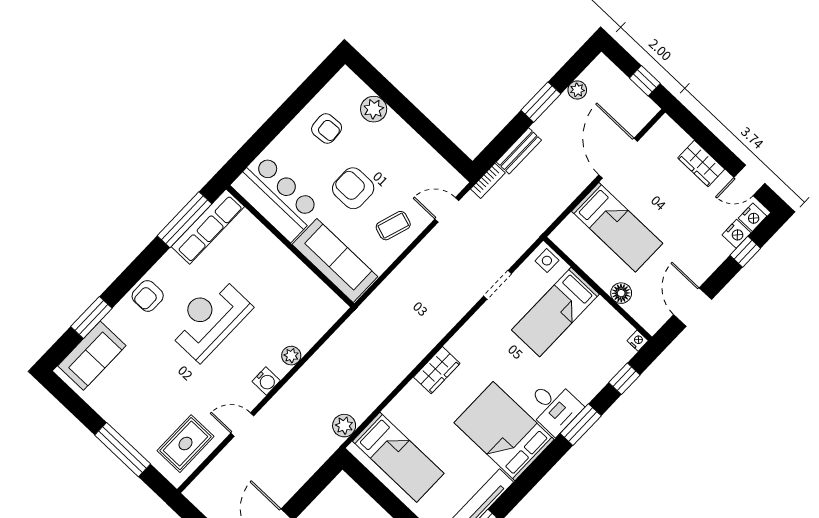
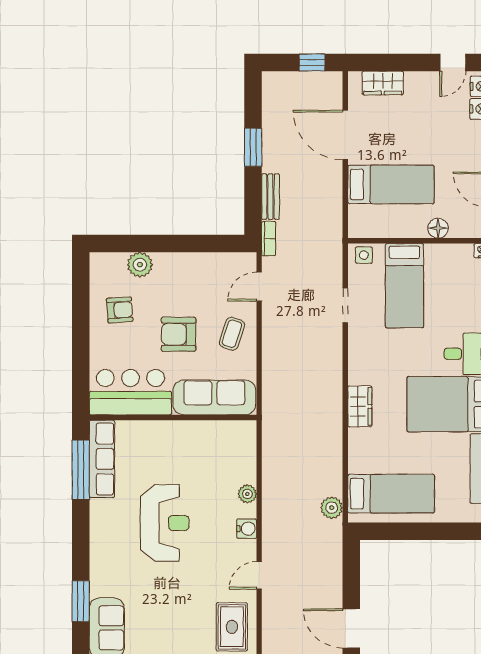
plant: (577, 90) -> (271, 114), removed
wardrobe: (701, 164) -> (383, 83), moved
armchair: (148, 296) -> (106, 548), removed
reception desk: (209, 319) -> (165, 523), turned 180

